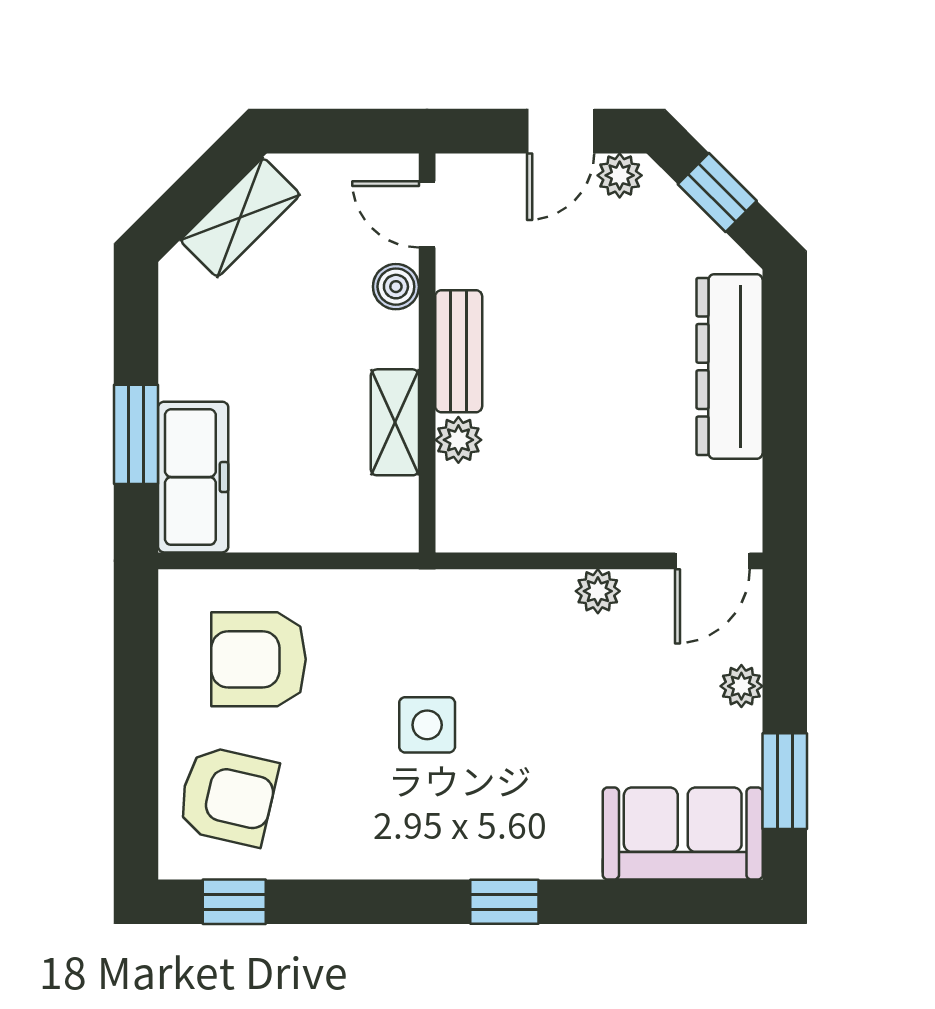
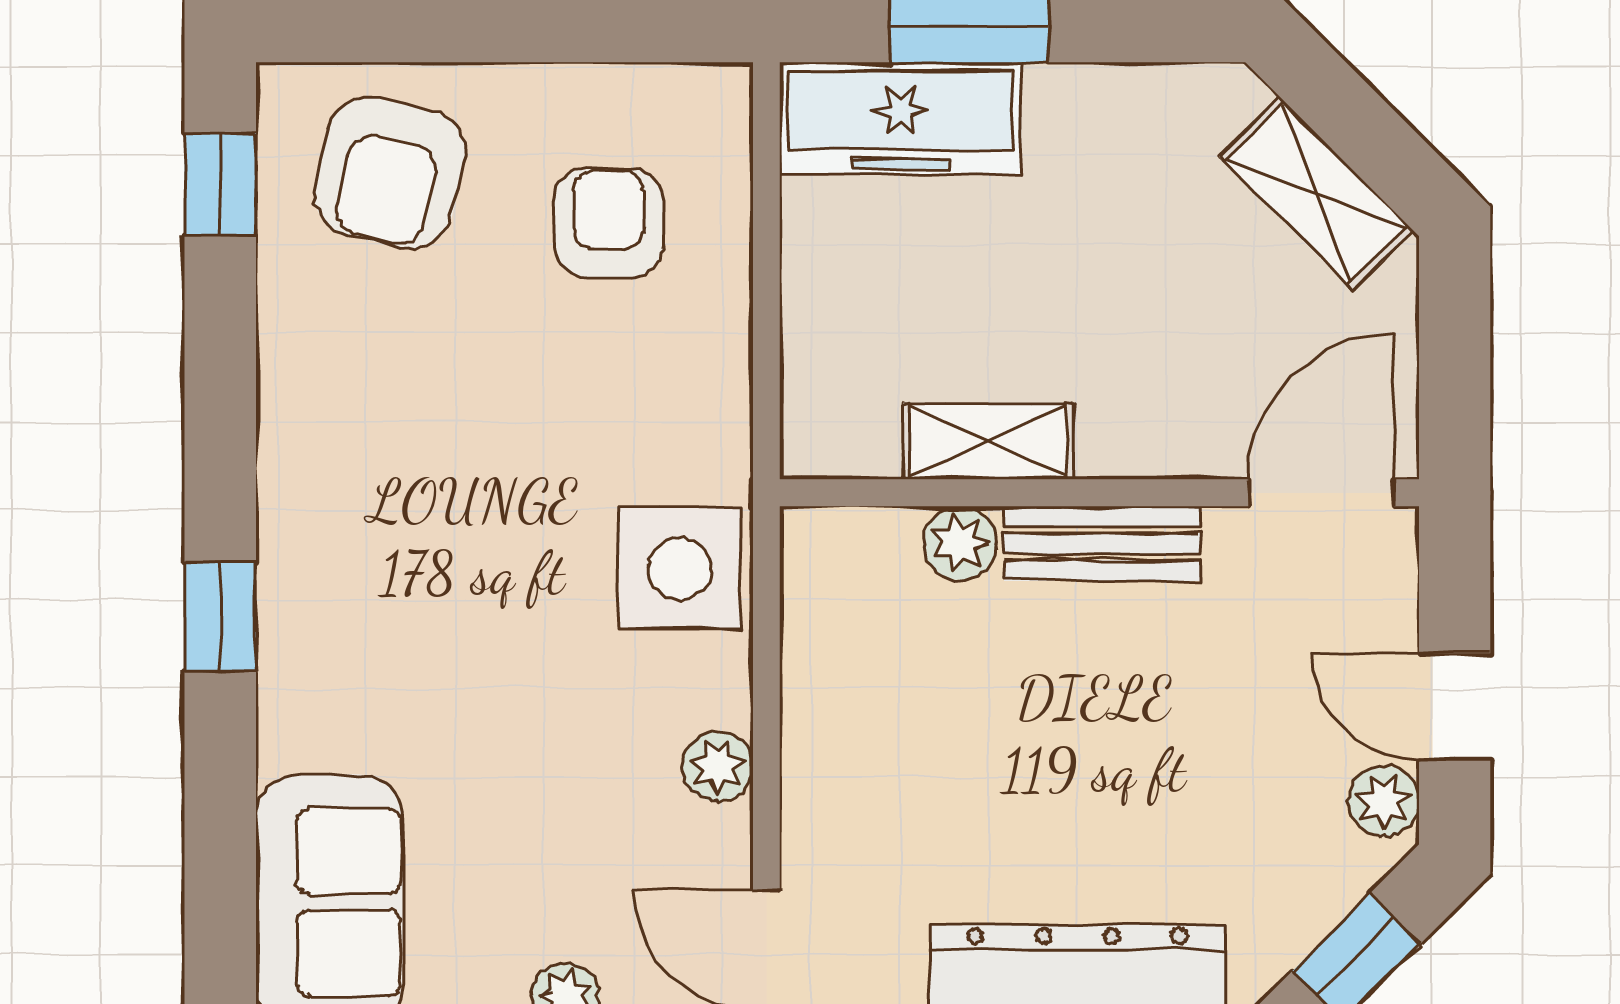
door: (427, 214) -> (1321, 493), width x1.38
boiler: (396, 287) -> (1206, 443), removed
armchair: (259, 659) -> (609, 223), width x0.72, depth x0.72
side table: (427, 725) -> (680, 569), moved, width x1.37, depth x1.37

